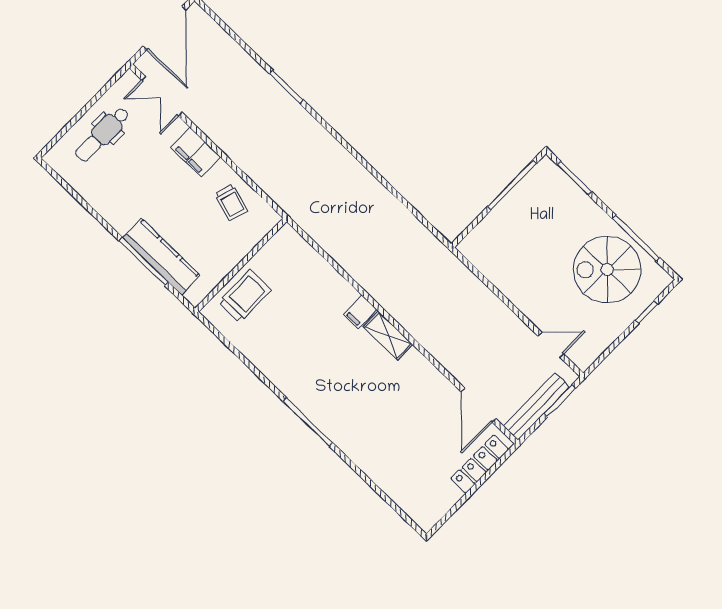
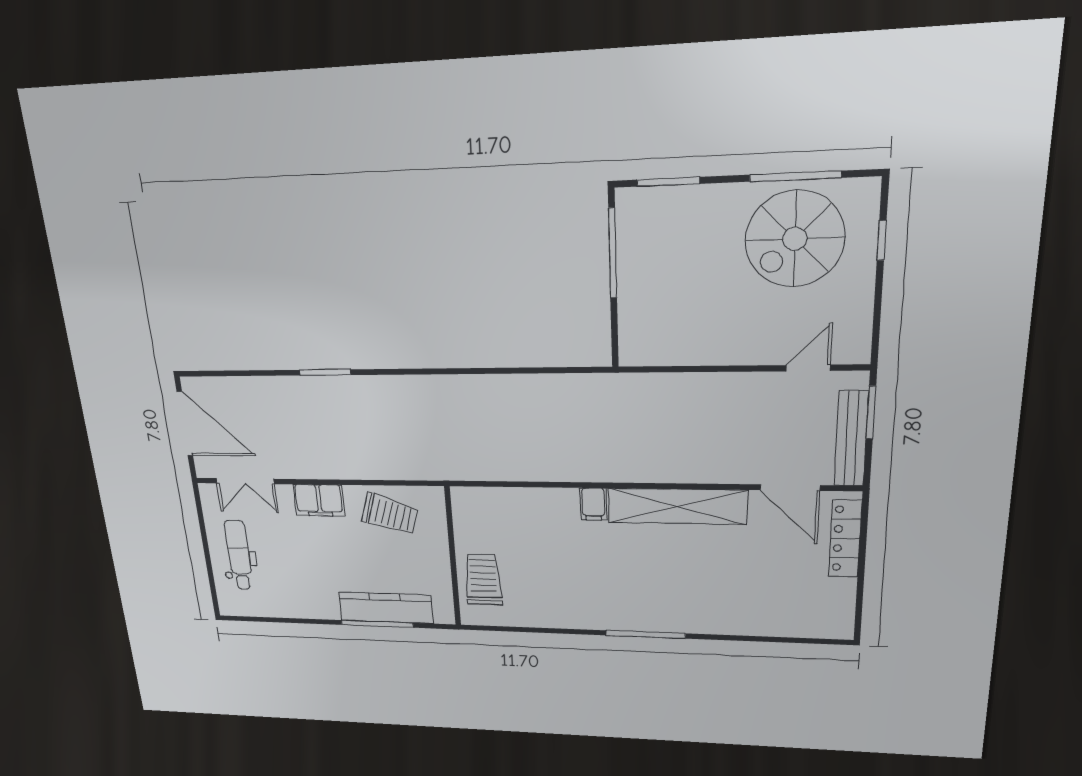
dental chair: (102, 134) -> (239, 555), turned 180
trolley: (231, 203) -> (390, 514), width x1.36, depth x1.39
shelving: (388, 335) -> (677, 506), width x2.20, depth x1.33

